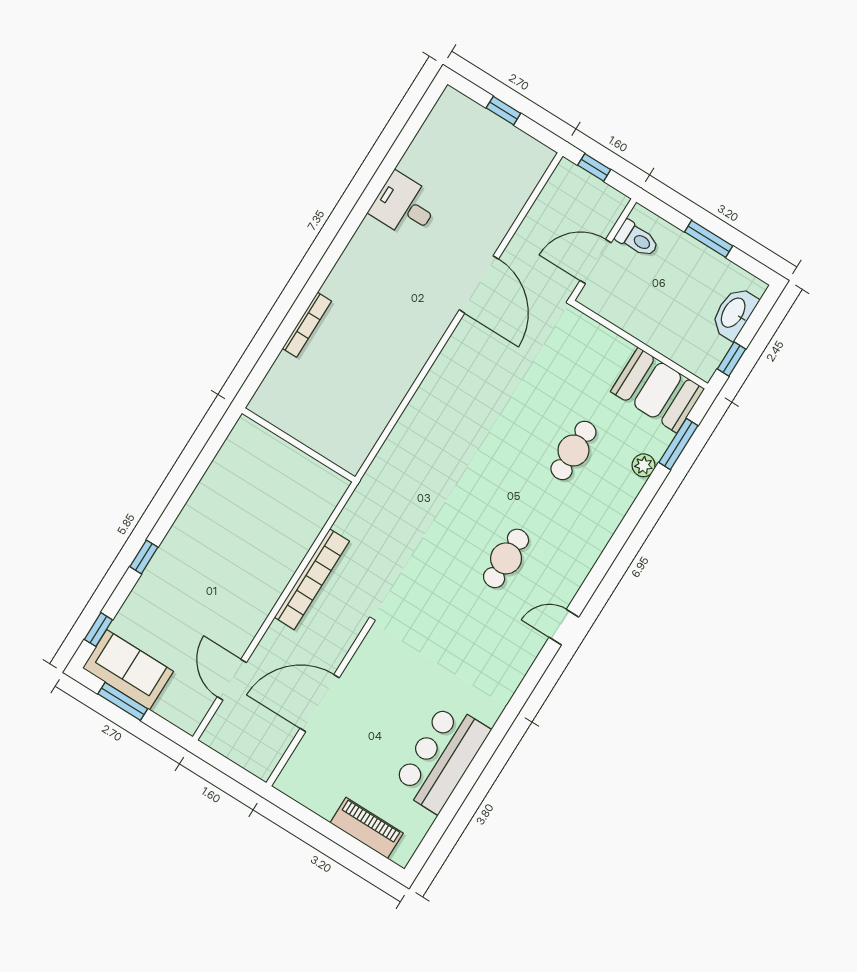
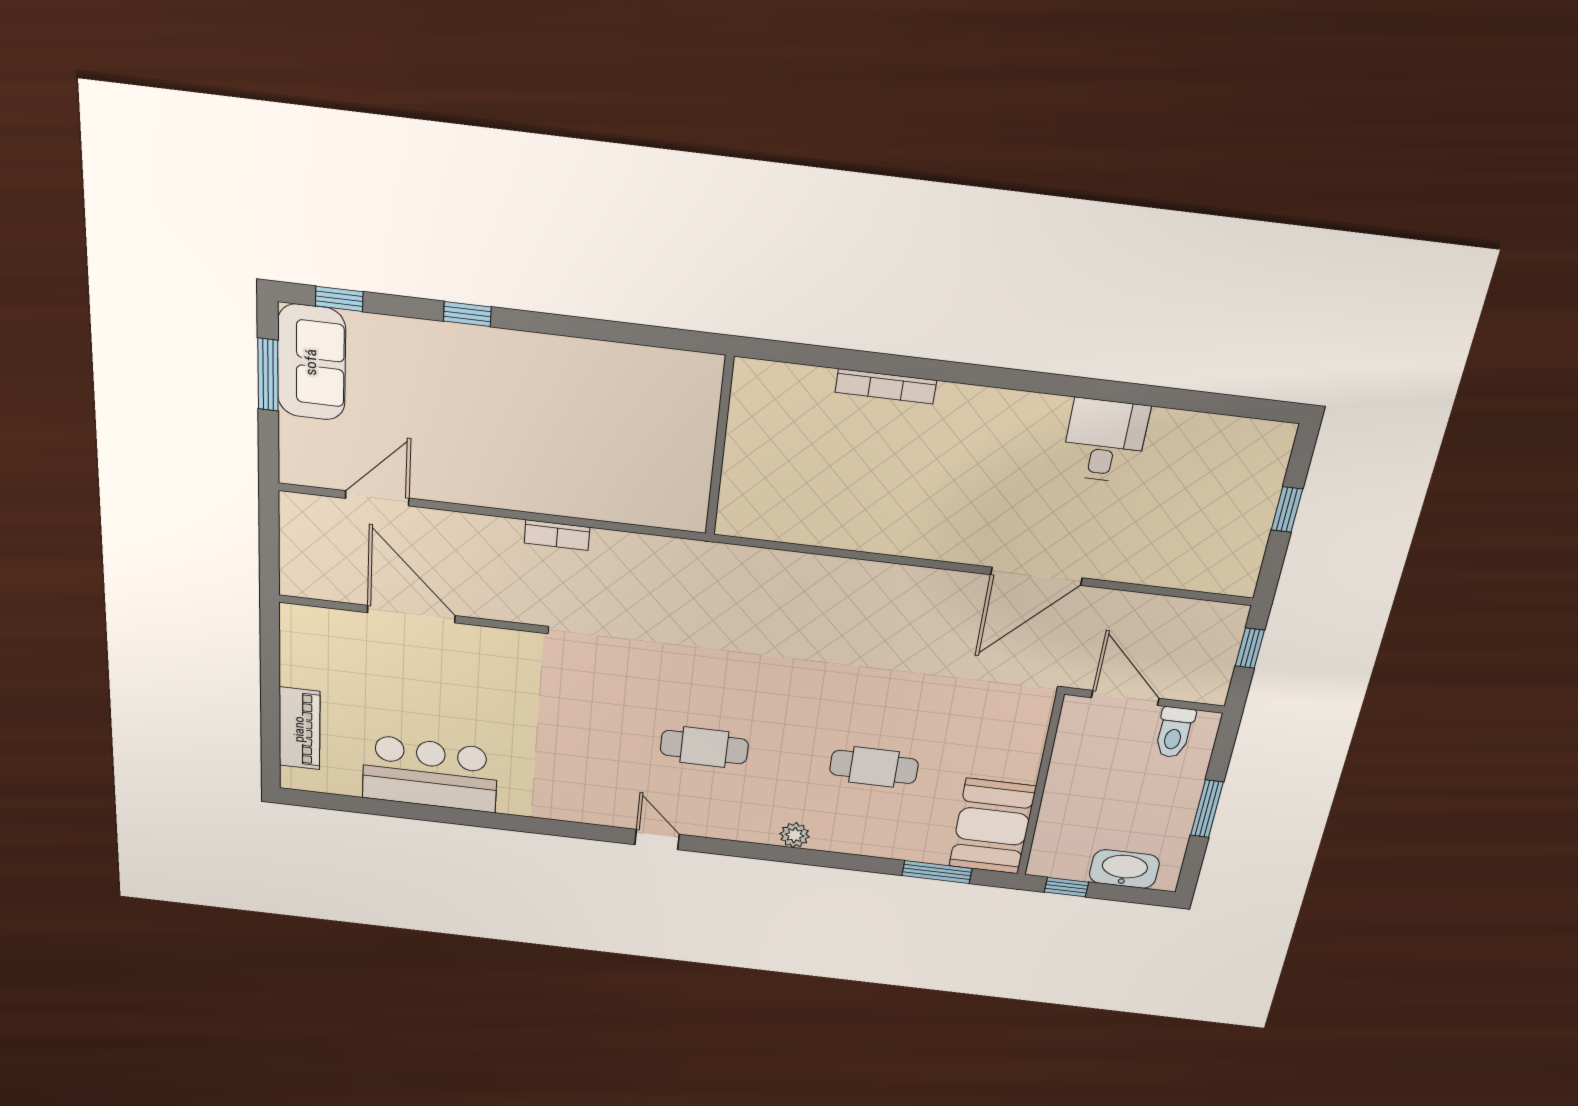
plant: (644, 465) -> (795, 835), moved
bookcase: (312, 579) -> (557, 535), width x0.43, depth x0.76

